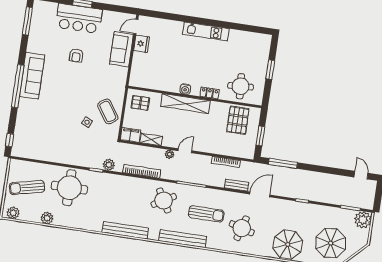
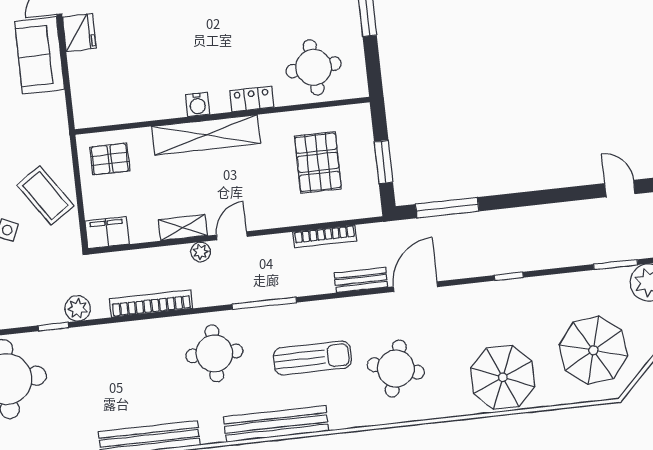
pallet: (238, 120) -> (318, 162), moved
shelving: (151, 140) -> (183, 228), moved
round table: (164, 200) -> (214, 353), turned 30

